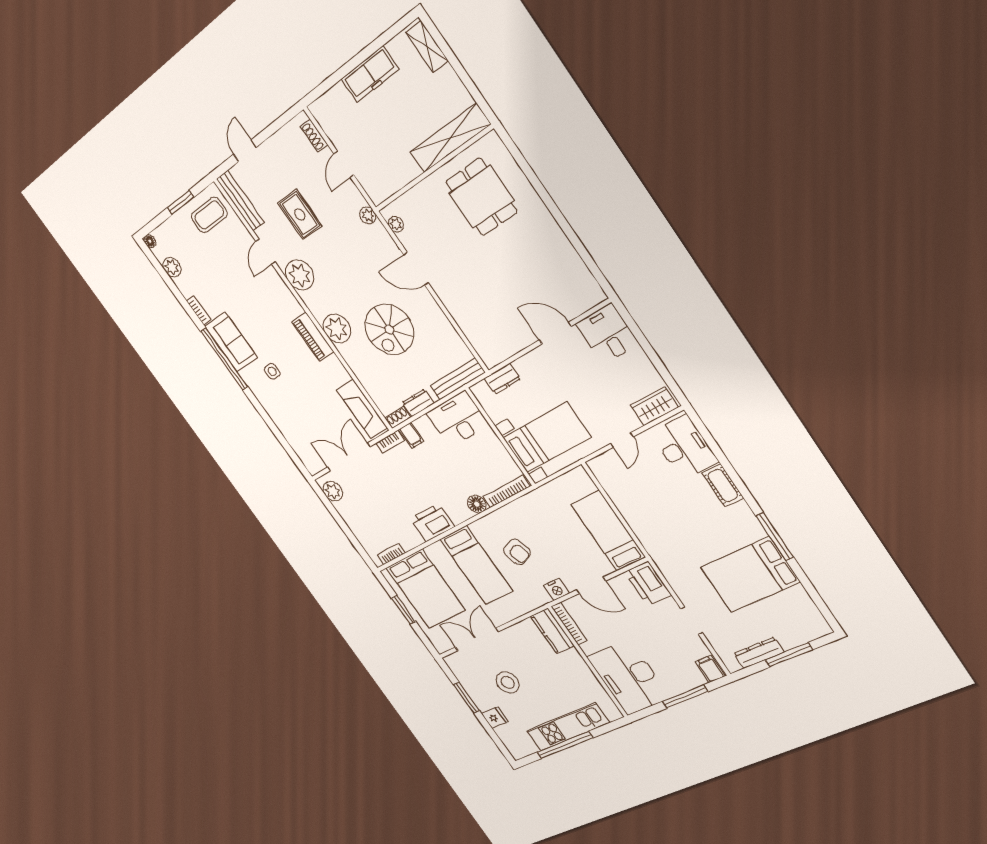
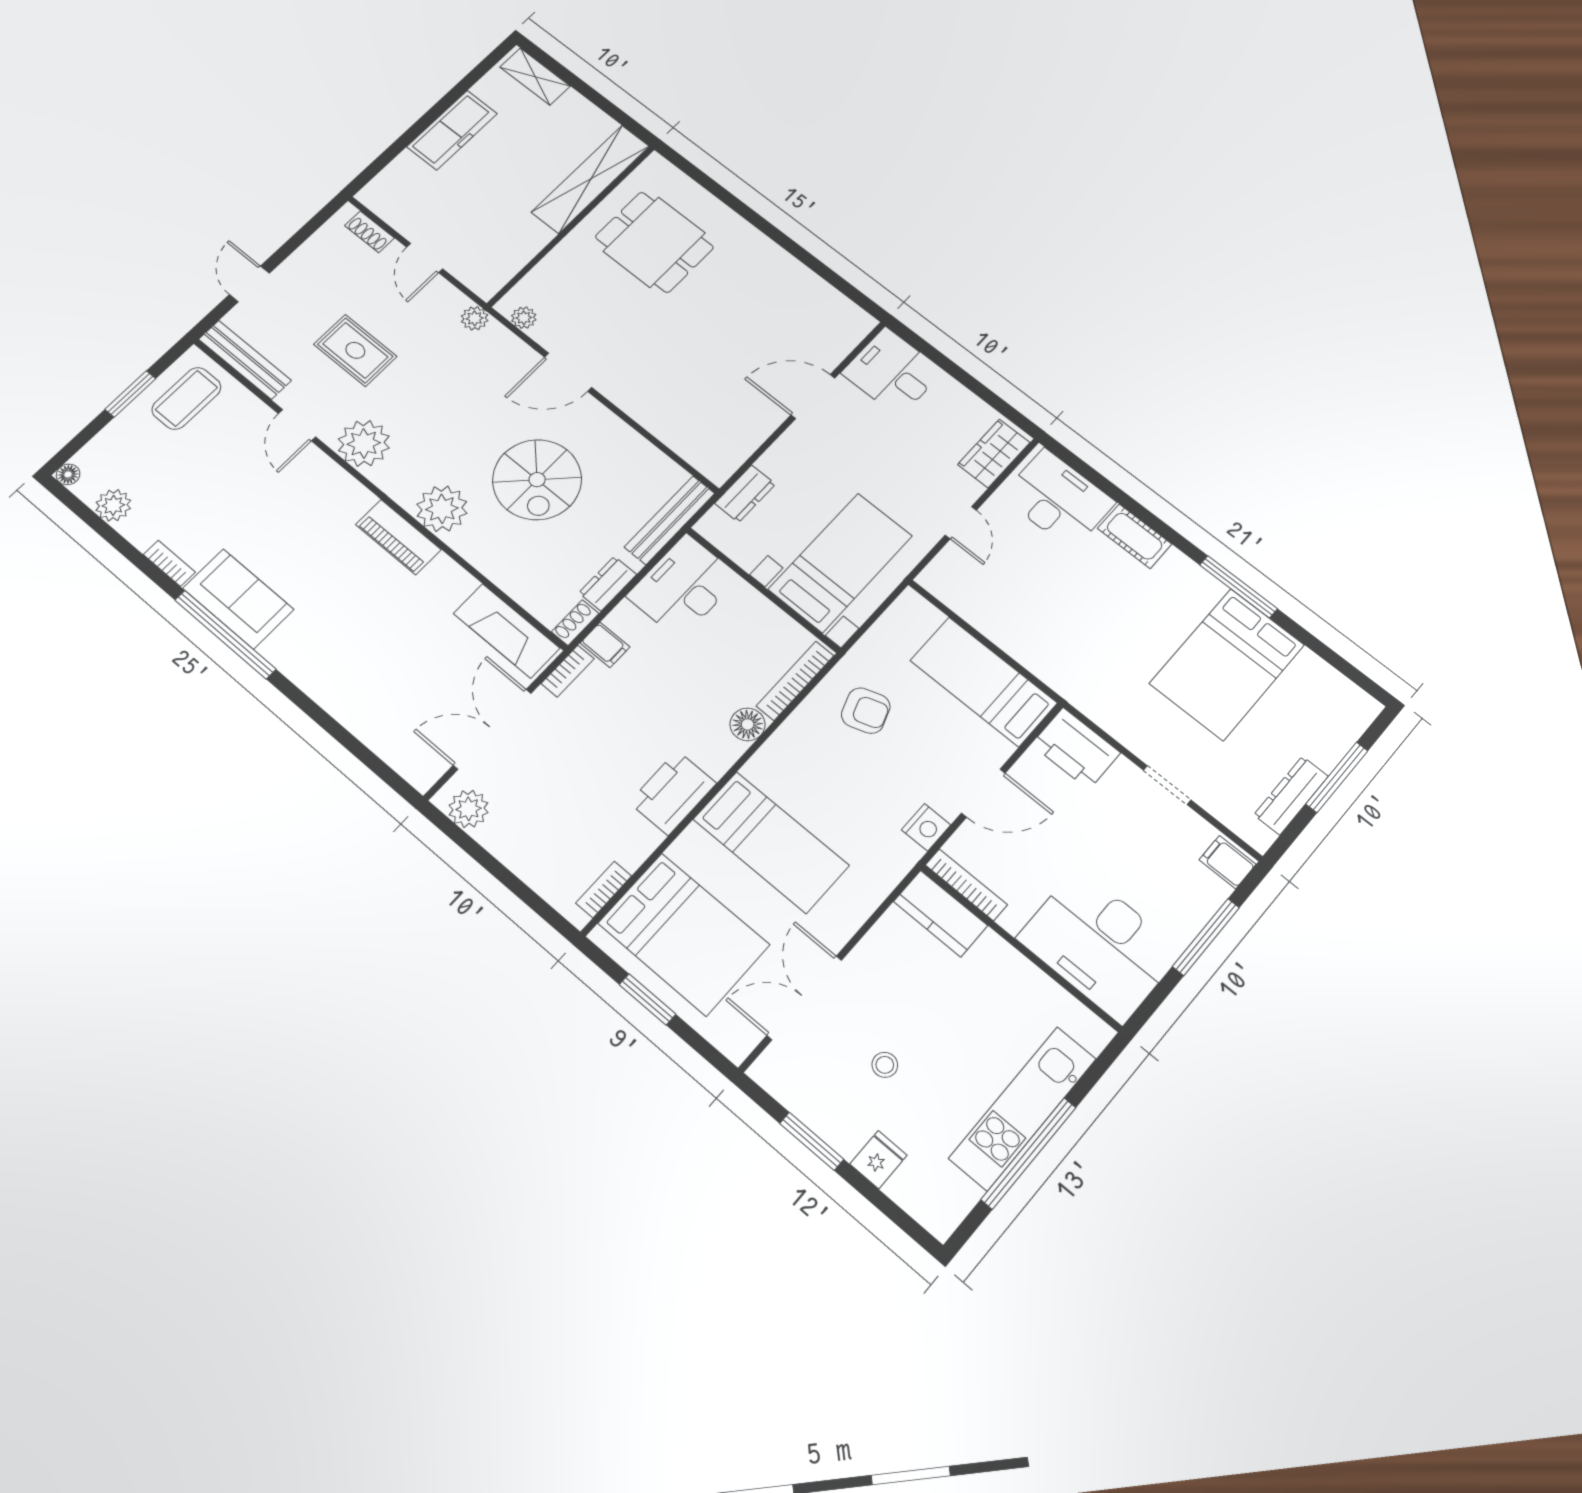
side table: (272, 371) -> (324, 624), removed
armchair: (517, 552) -> (866, 711), moved
stool: (508, 682) -> (885, 1065), width x0.53, depth x0.53

